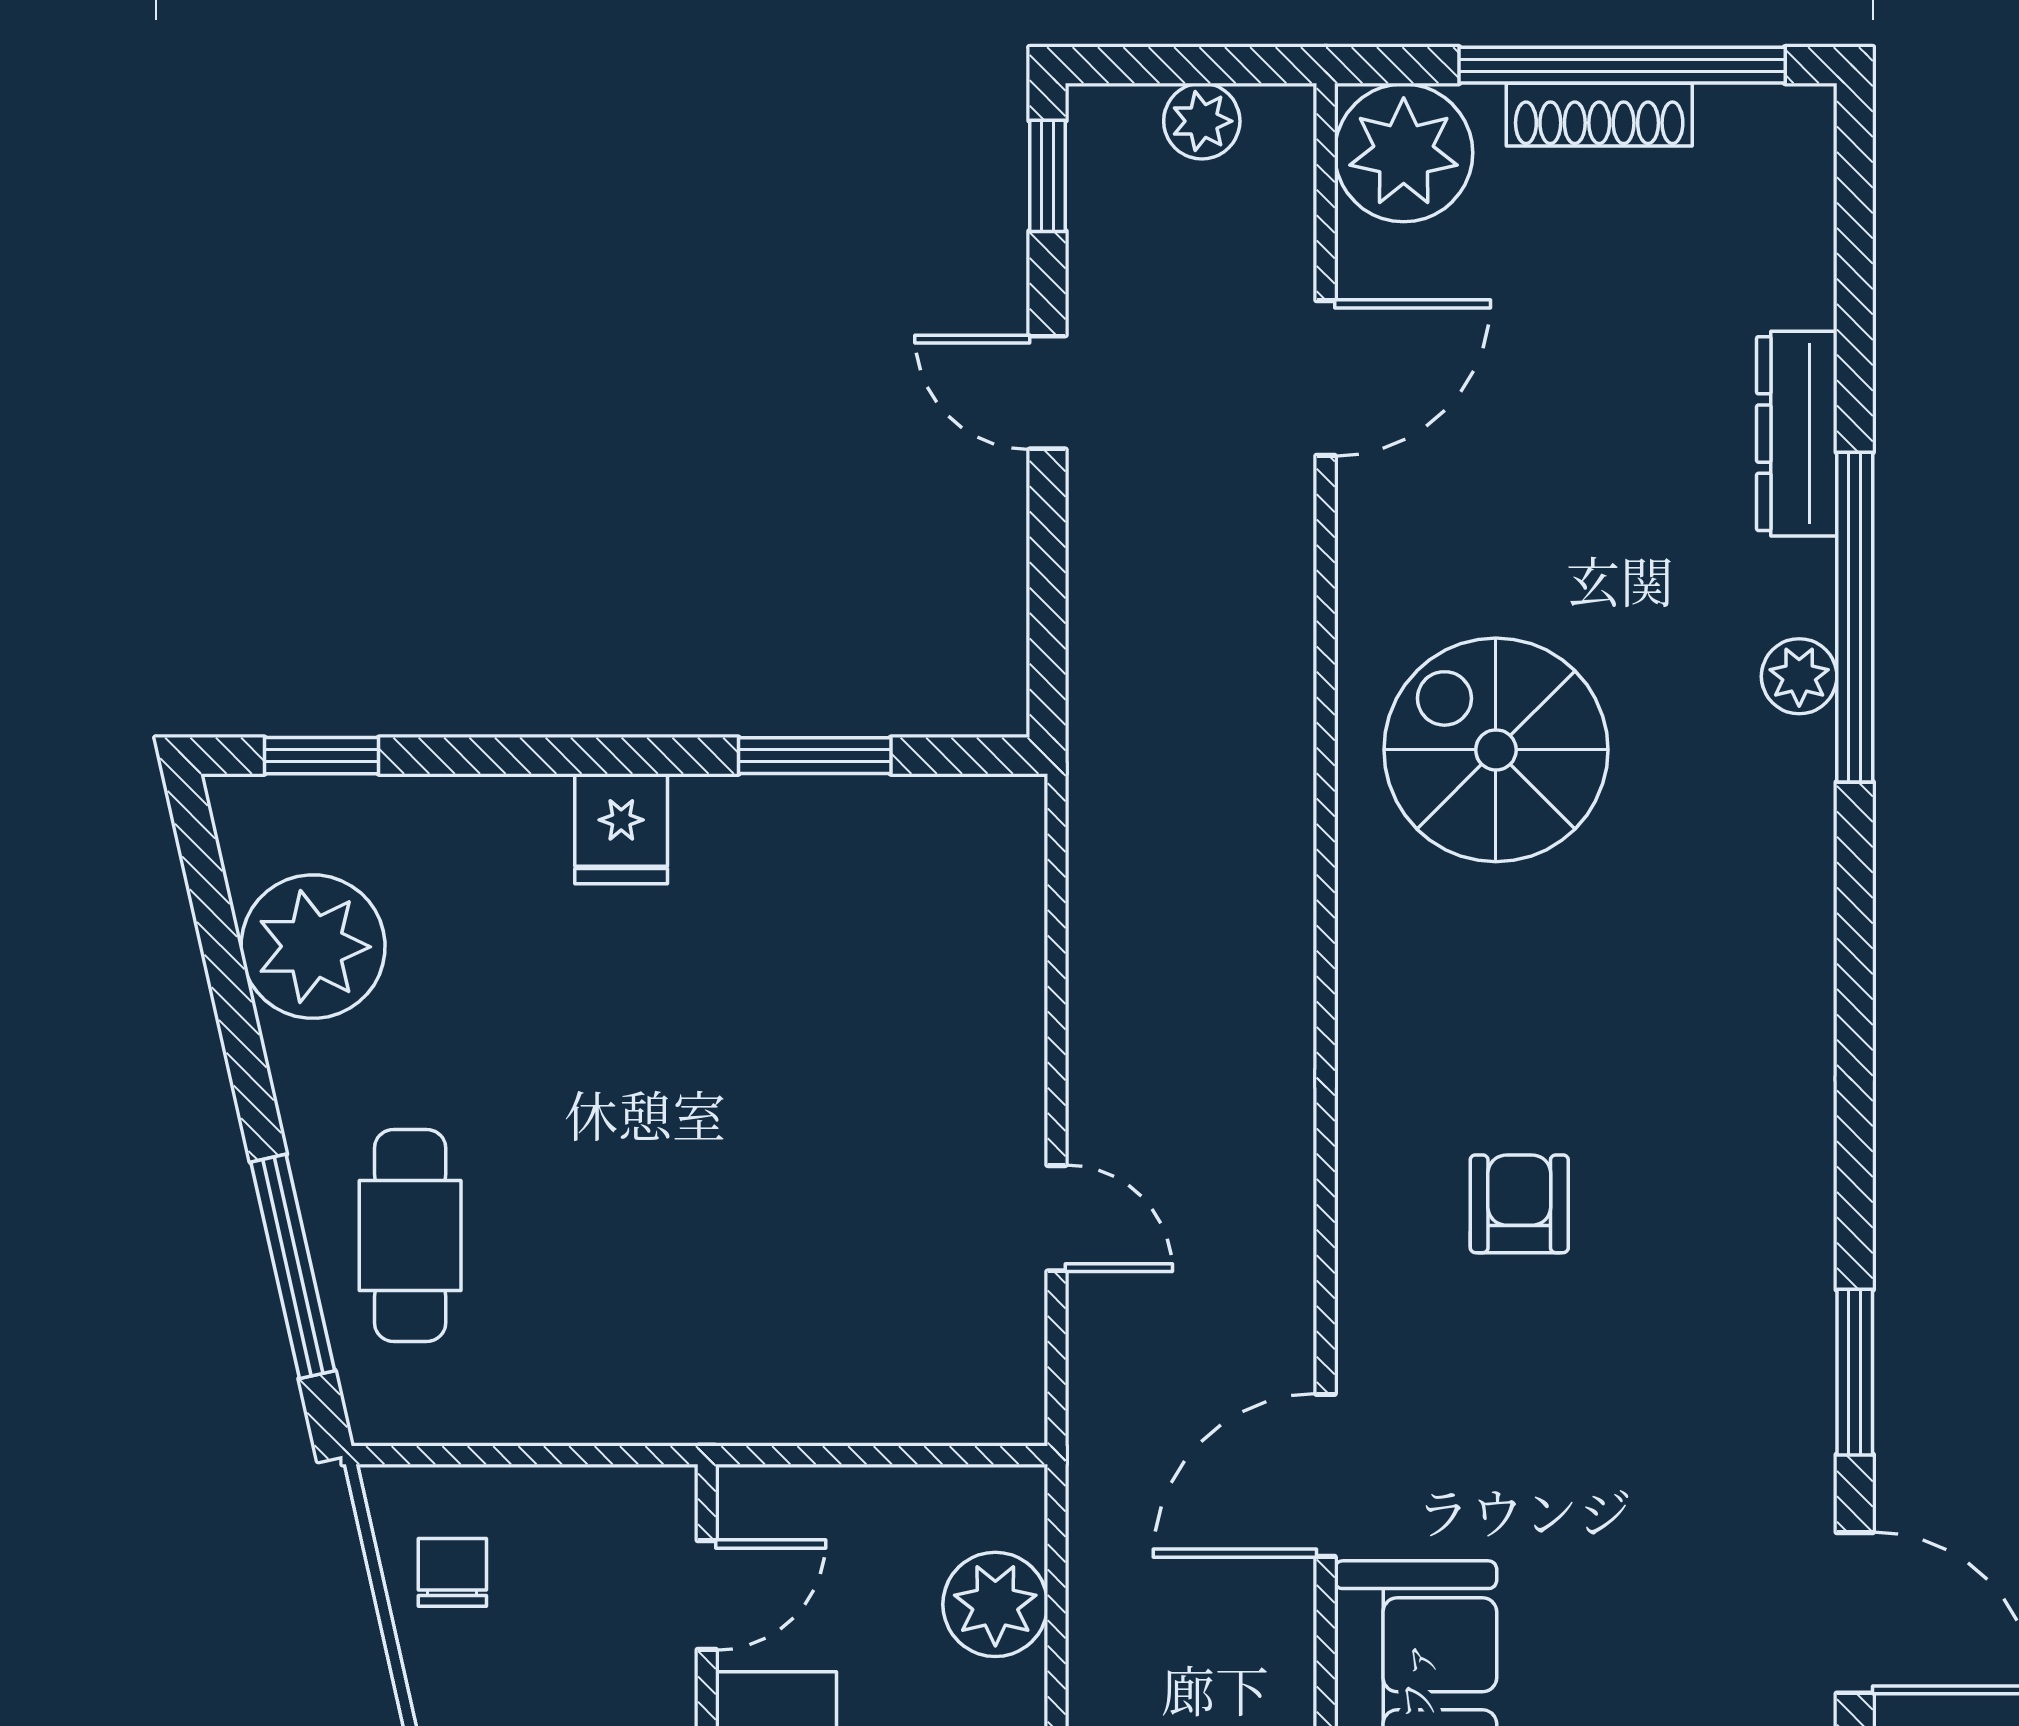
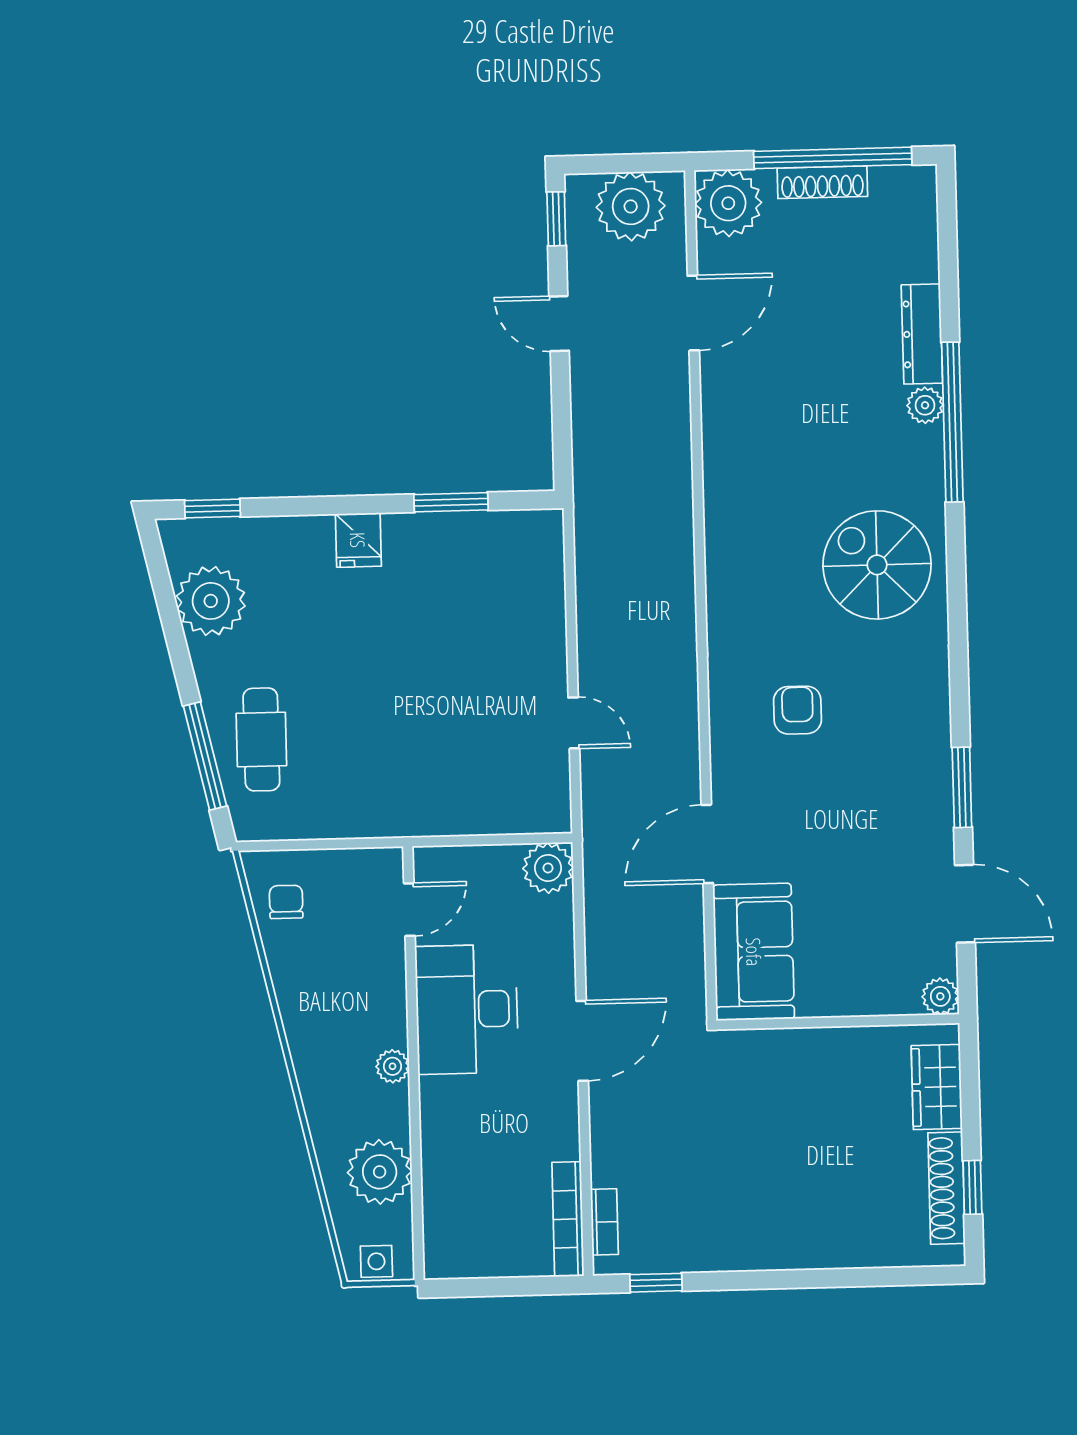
plant: (1202, 121) -> (631, 206), width x1.87, depth x1.87
plant: (1799, 676) -> (925, 405), moved
spiral stairs: (1496, 750) -> (877, 565), moved
plant: (995, 1604) -> (548, 868), moved

